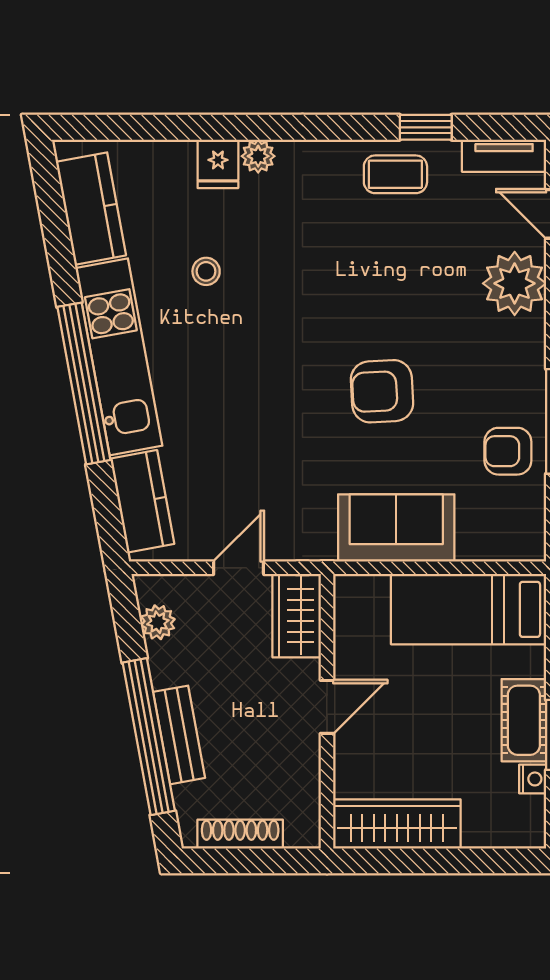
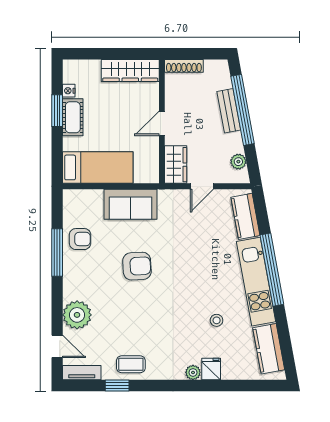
shoe rack: (240, 834) -> (184, 66), moved

